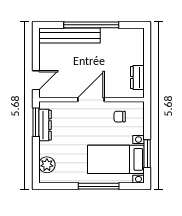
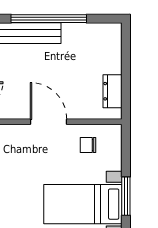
door: (91, 100) -> (48, 122), hinge flipped

